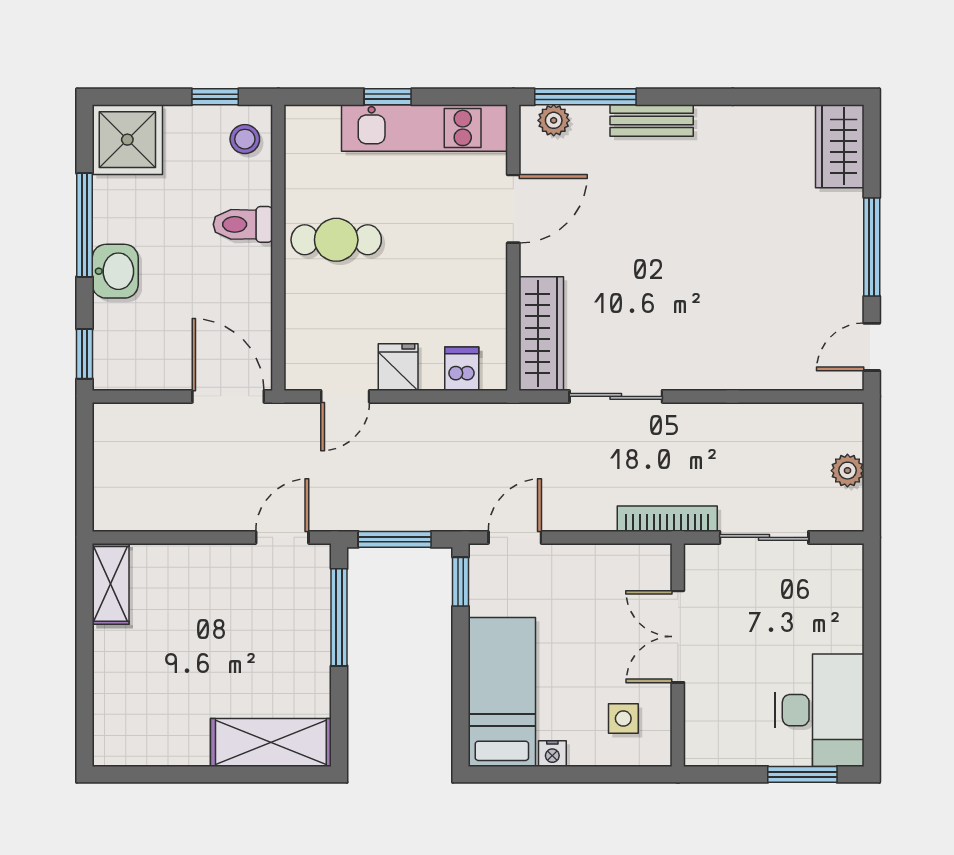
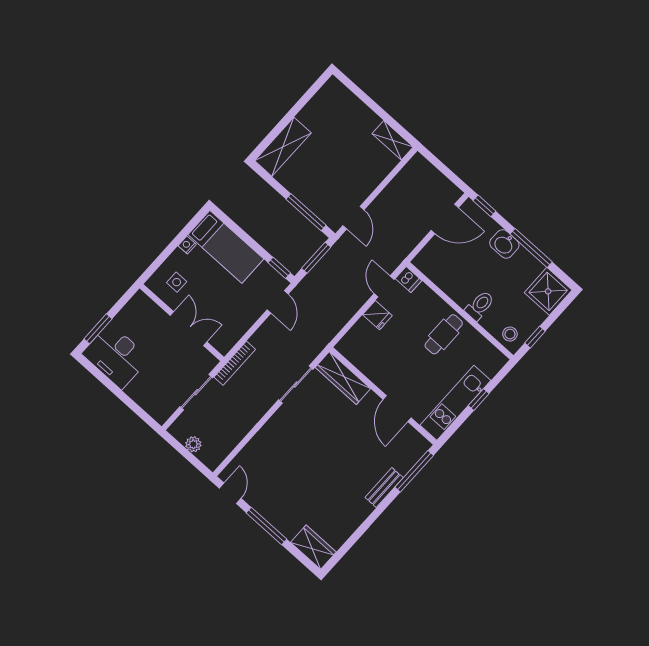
plant: (554, 120) -> (416, 452), removed
dishwasher: (462, 369) -> (408, 280), moved
door: (228, 396) -> (445, 219), moved

